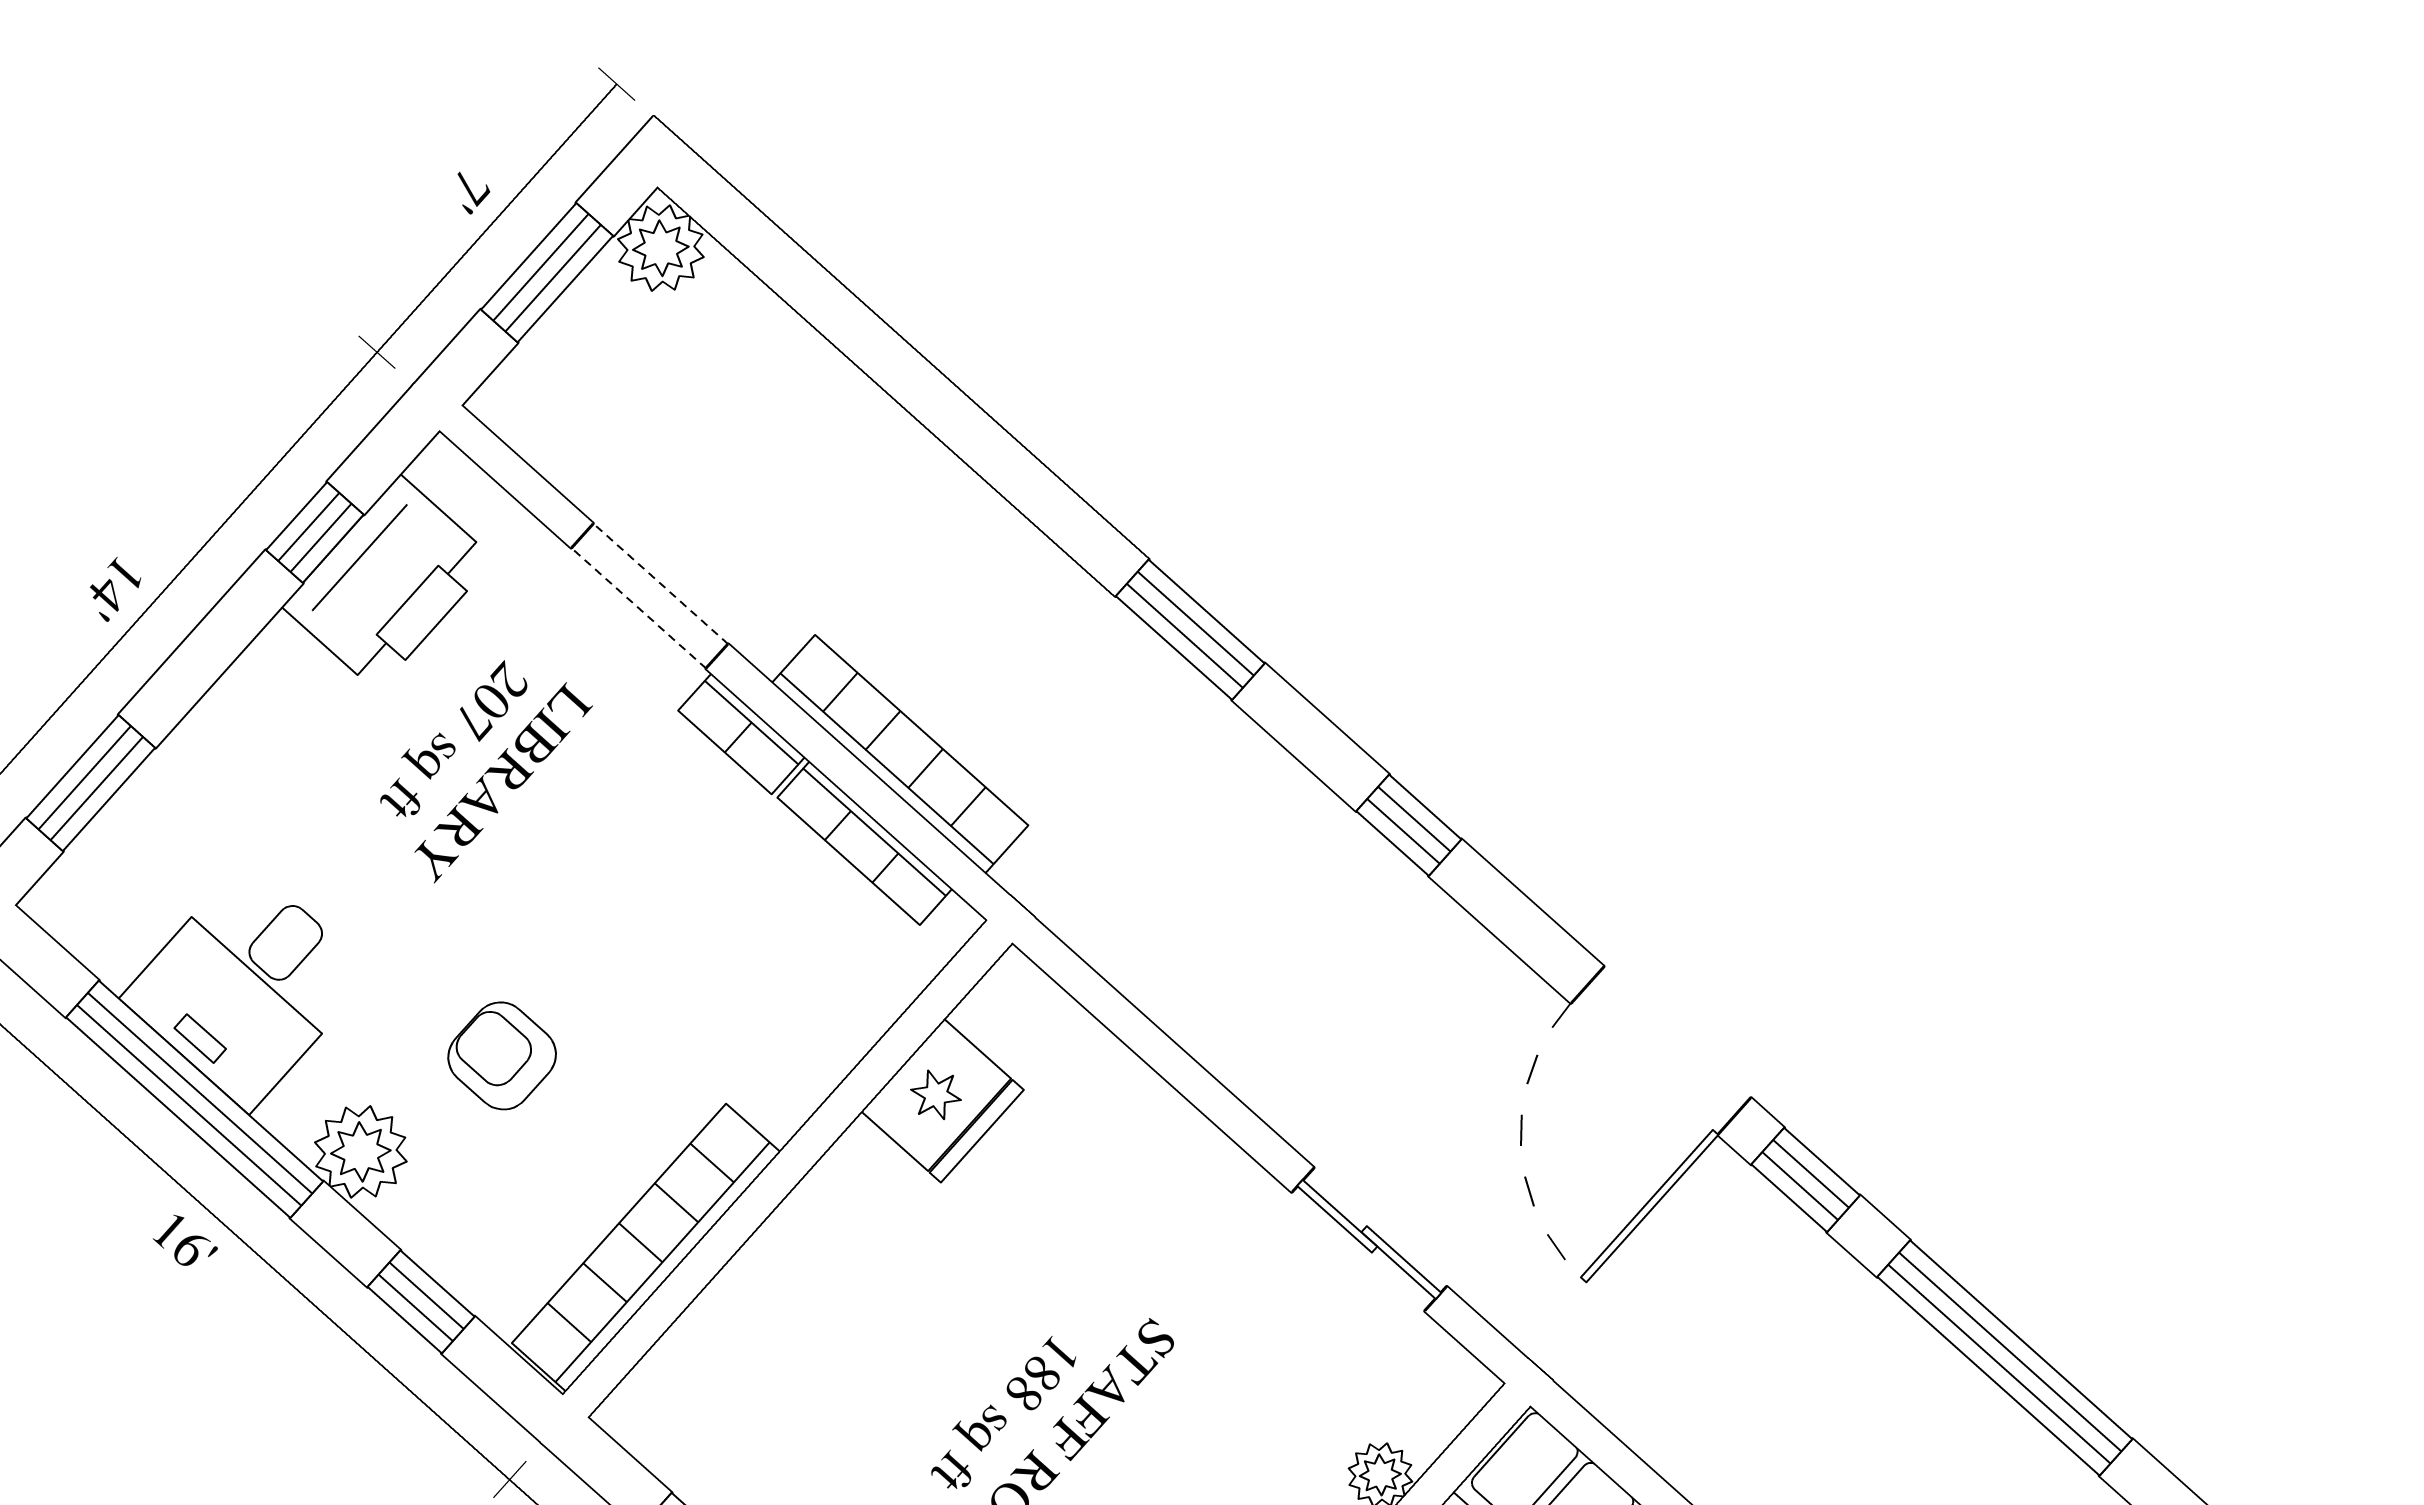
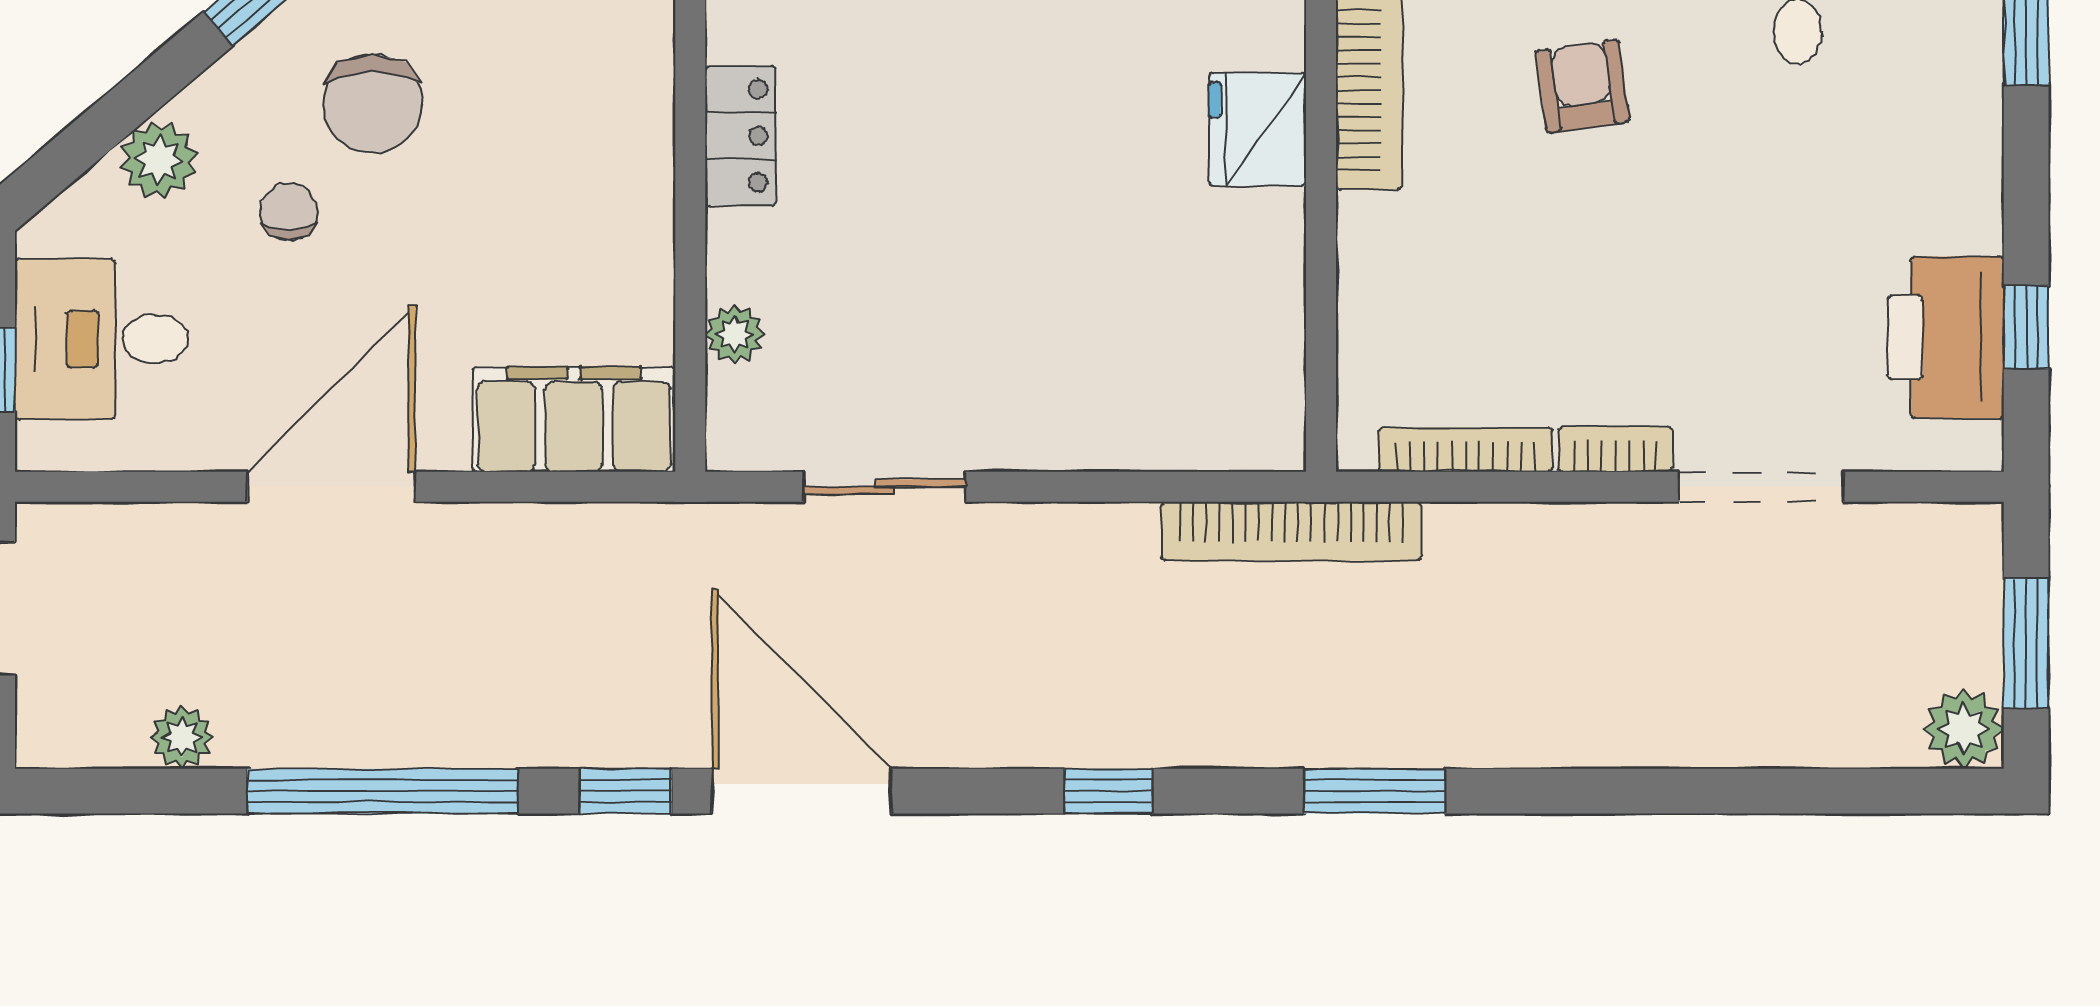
bookcase: (900, 754) -> (1291, 531), moved
armchair: (502, 1056) -> (1583, 86), turned -98
fridge: (942, 1101) -> (1258, 129), moved

